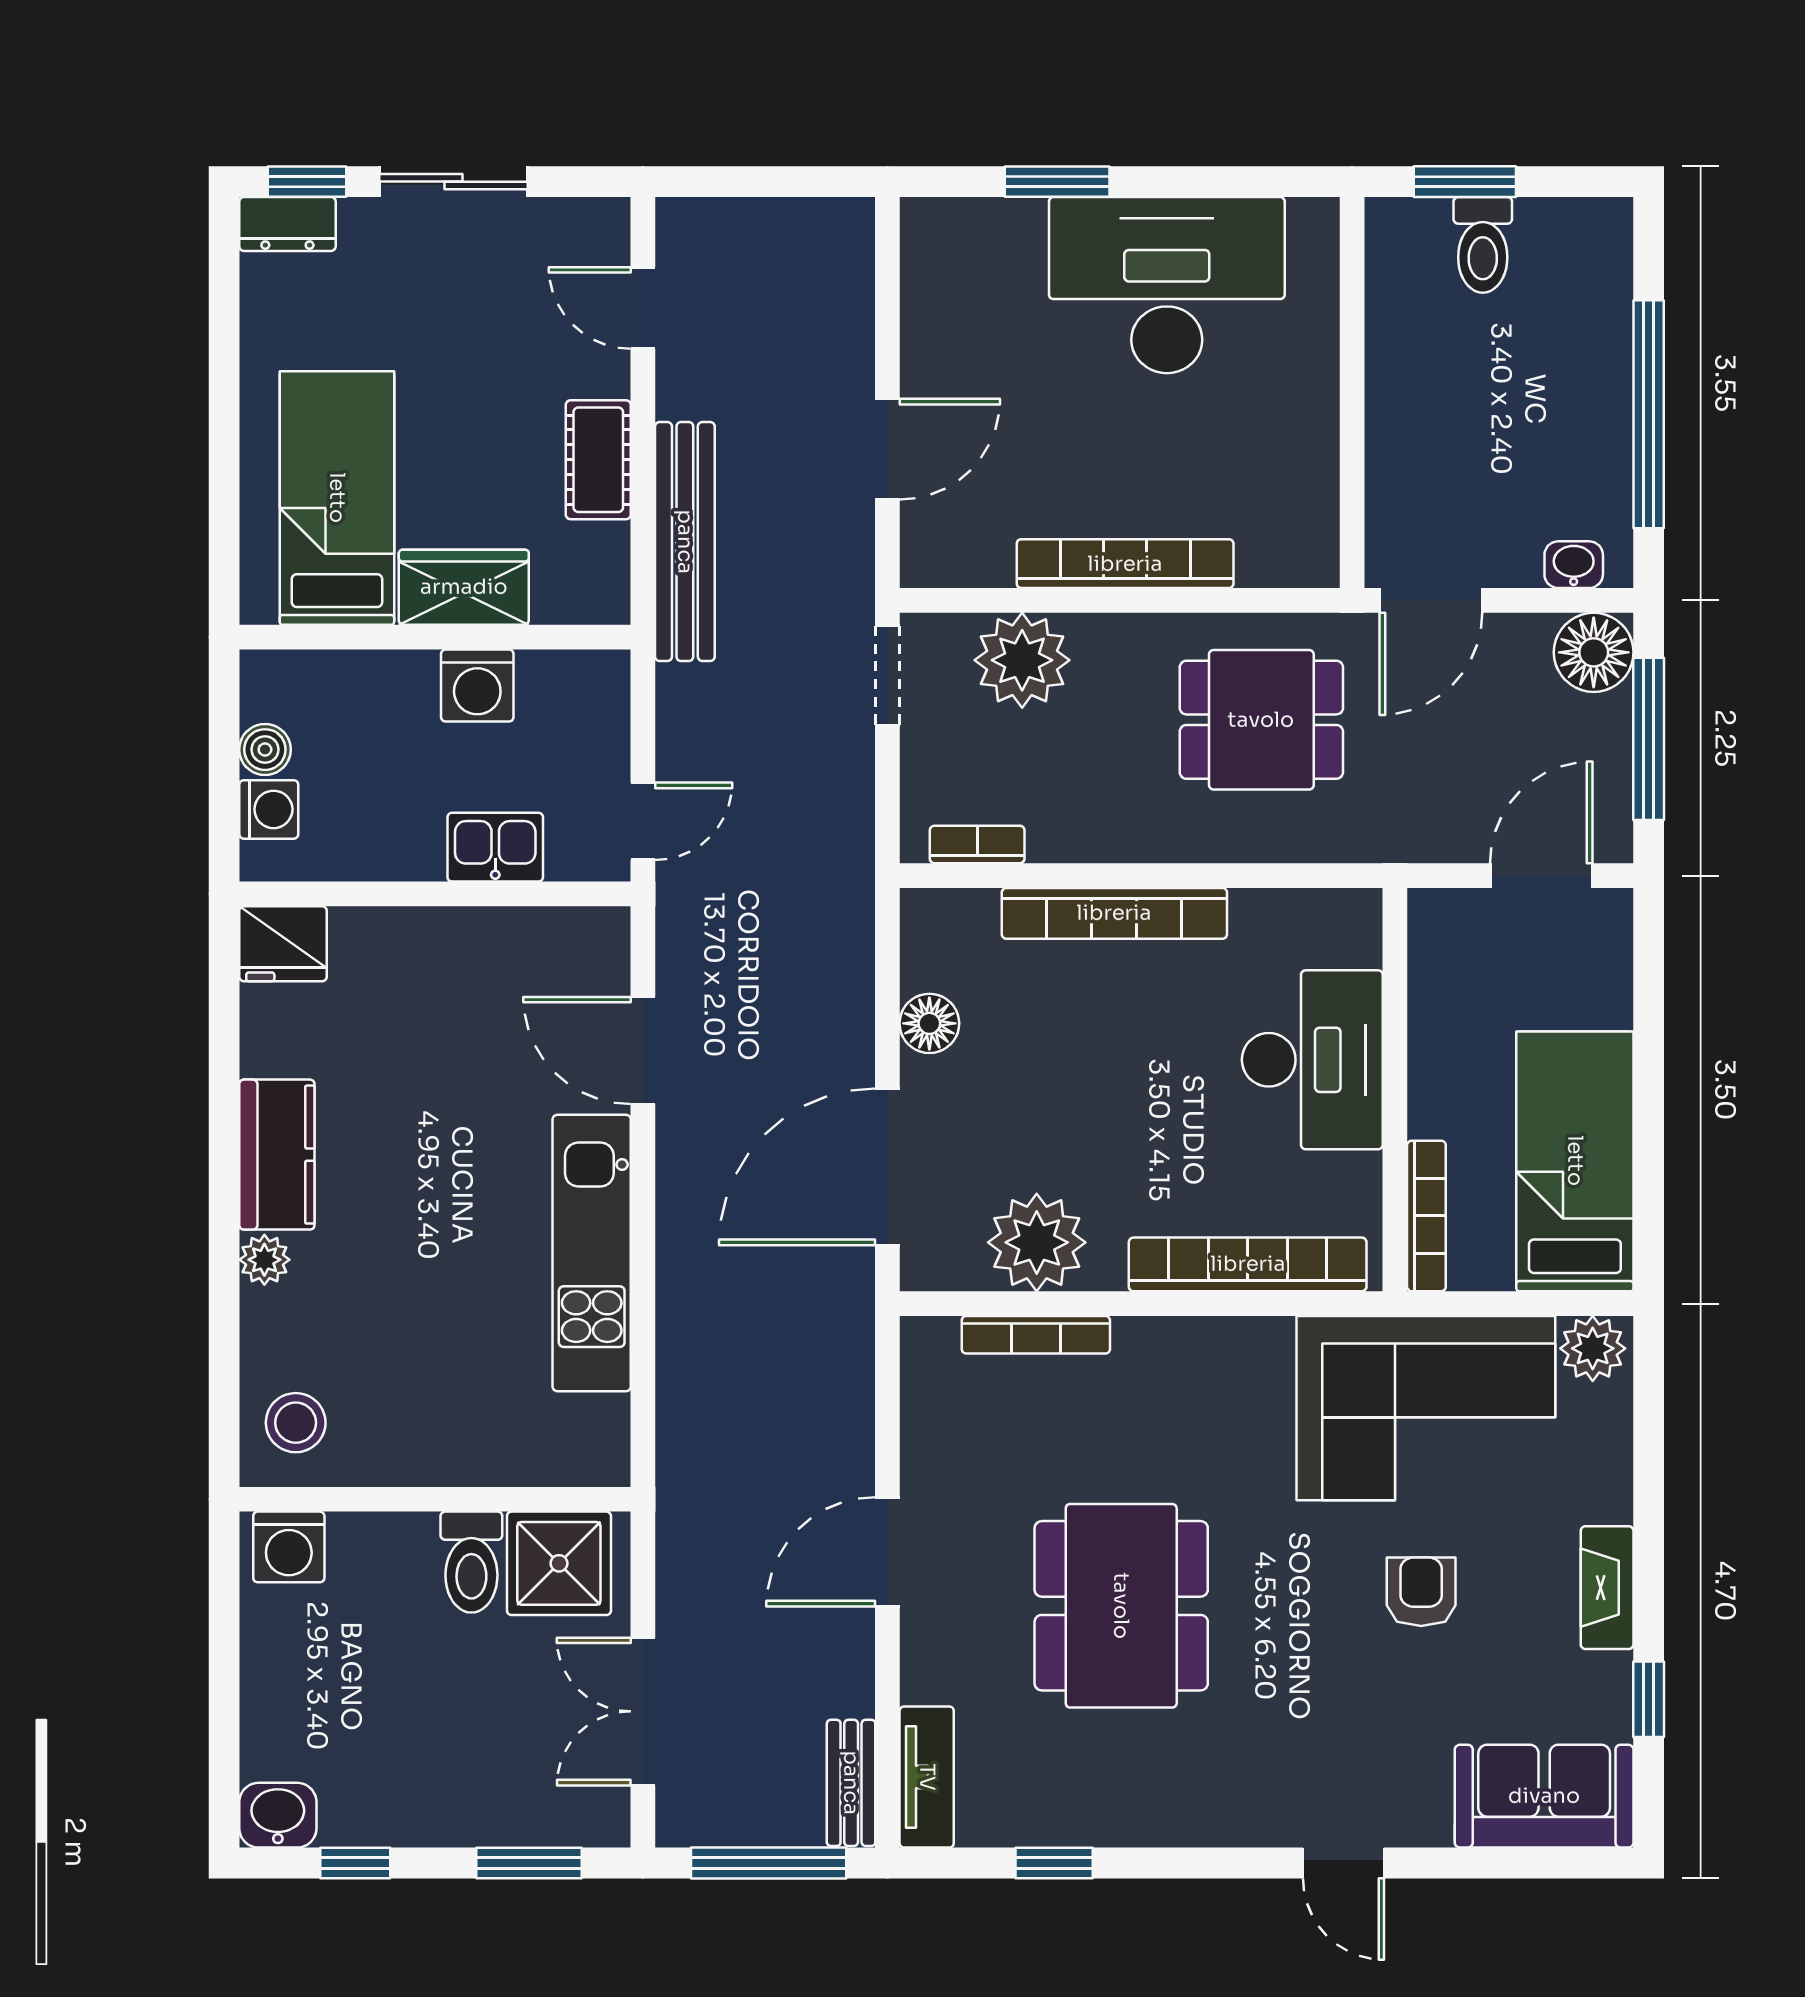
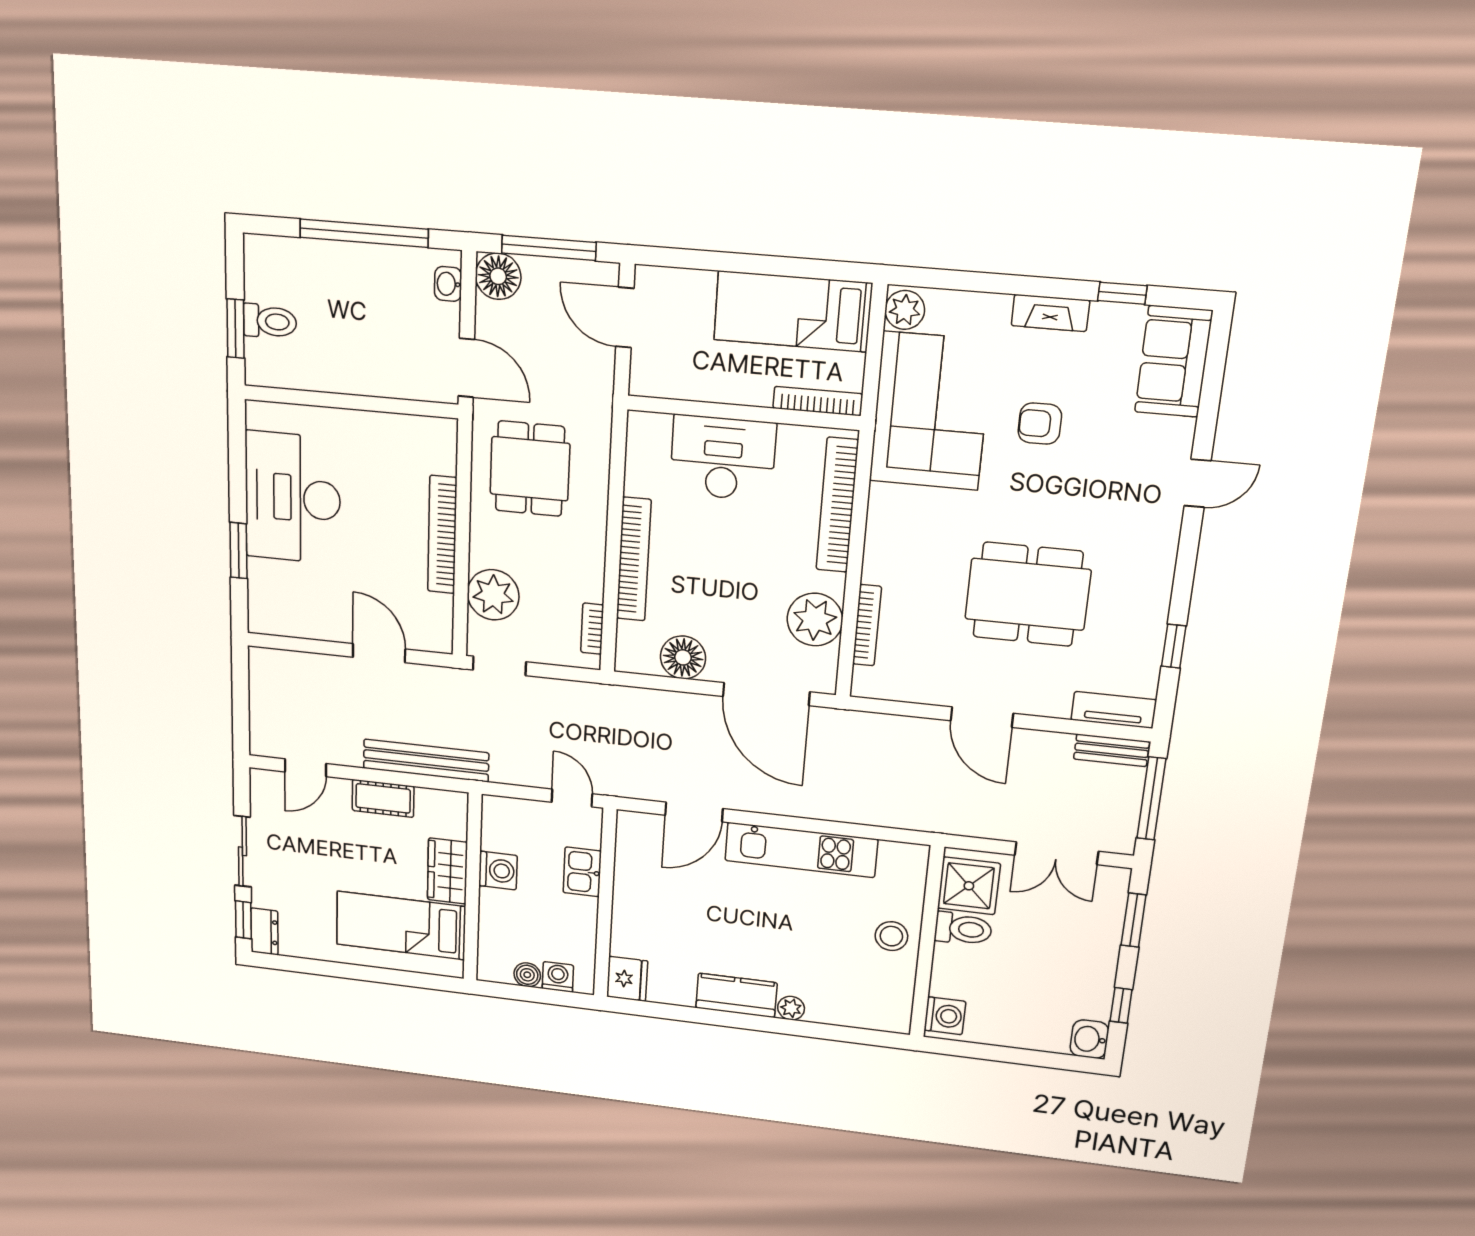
floor lamp: (929, 1023) -> (683, 657), width x1.38, depth x1.38
stool: (296, 1423) -> (891, 936), moved

